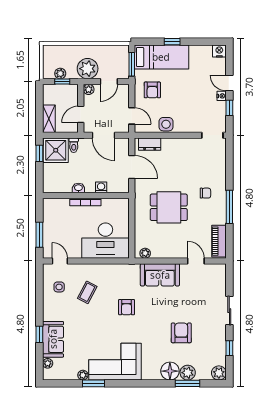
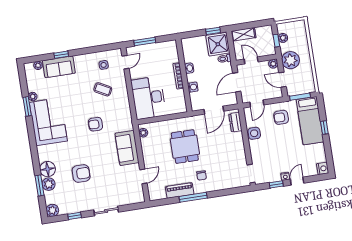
piano: (219, 241) -> (180, 190), moved

